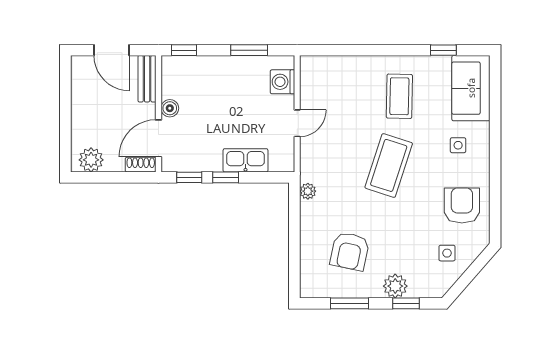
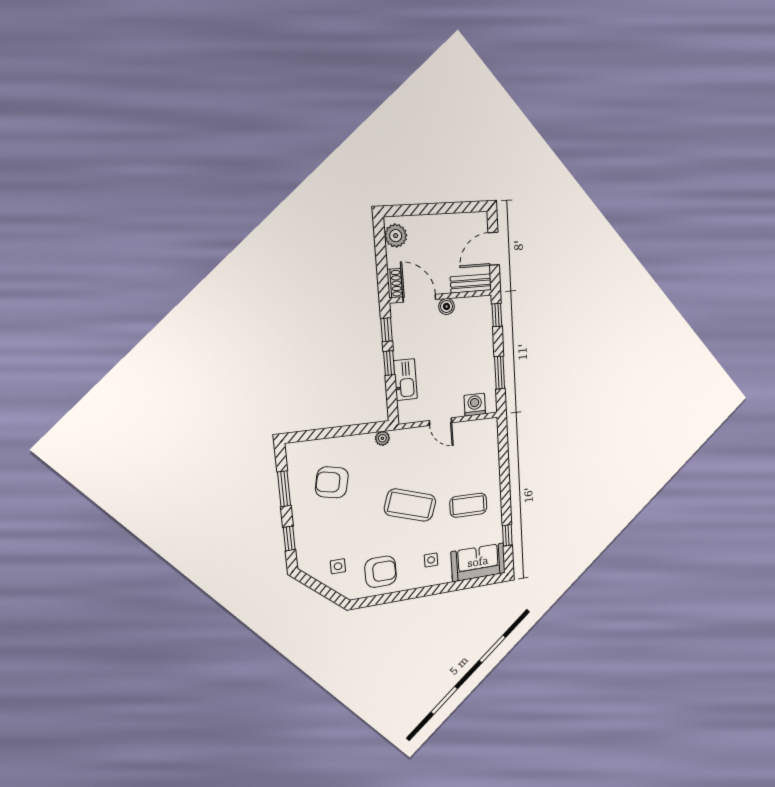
plant: (395, 286) -> (304, 527), removed

